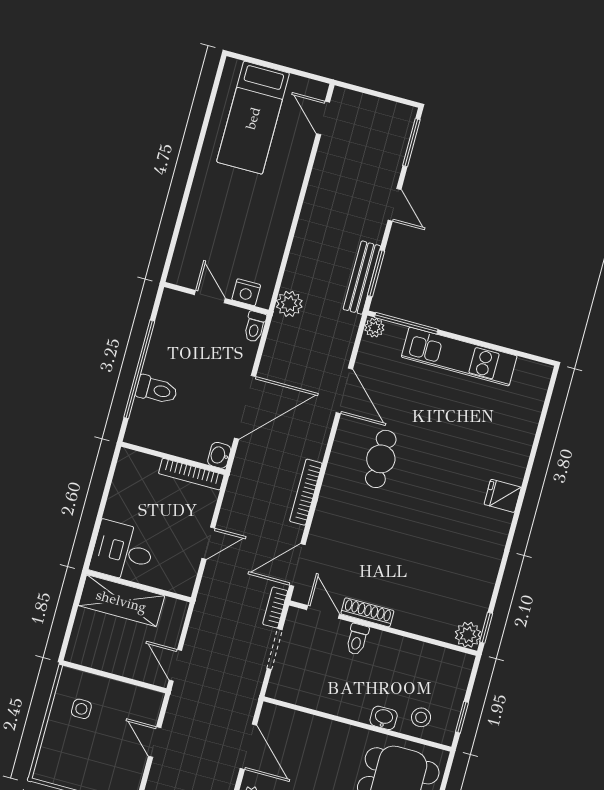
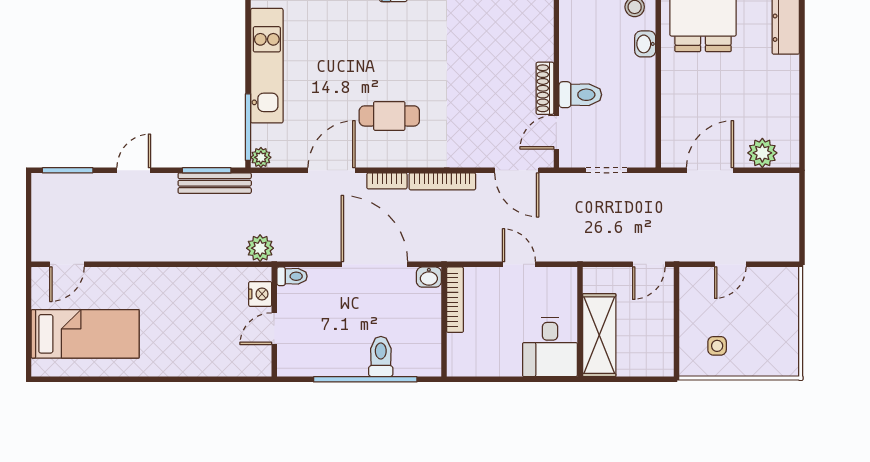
bookcase: (275, 607) -> (387, 181), moved
toilet: (357, 639) -> (580, 95), width x1.37, depth x1.39

